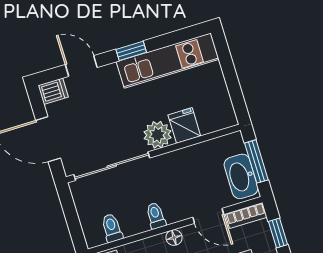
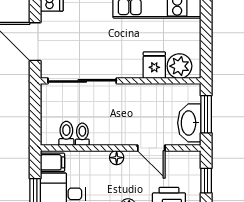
plant: (158, 135) -> (179, 66), moved
bookcase: (246, 215) -> (184, 157), removed
toilet: (156, 216) -> (82, 134), moved

